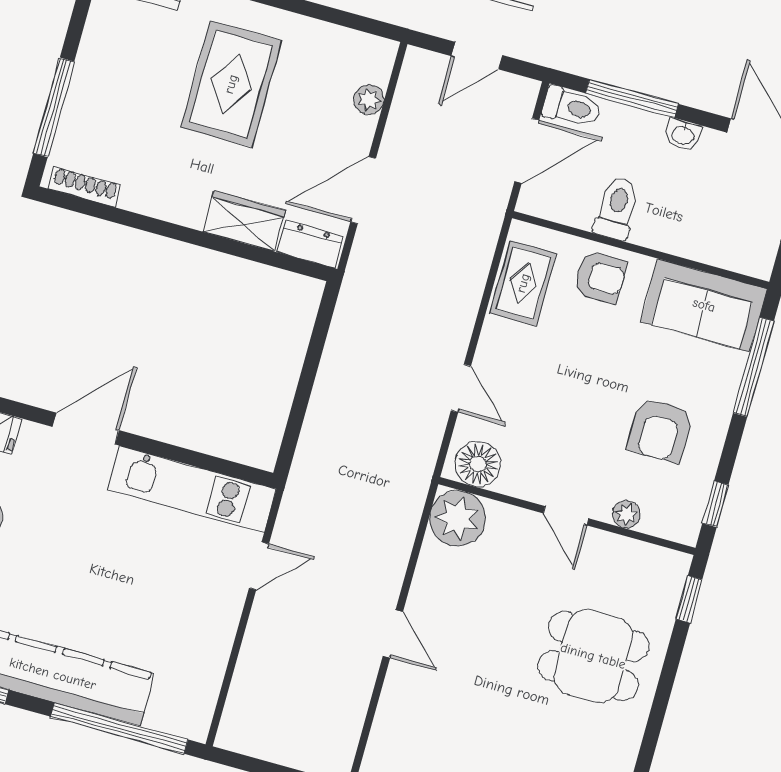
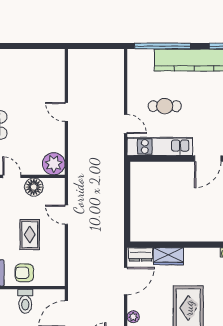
rug: (523, 283) -> (30, 235), moved
floor lamp: (478, 464) -> (34, 187), moved
door: (259, 566) -> (126, 124), swing flipped
cafe table: (154, 583) -> (165, 106), added

